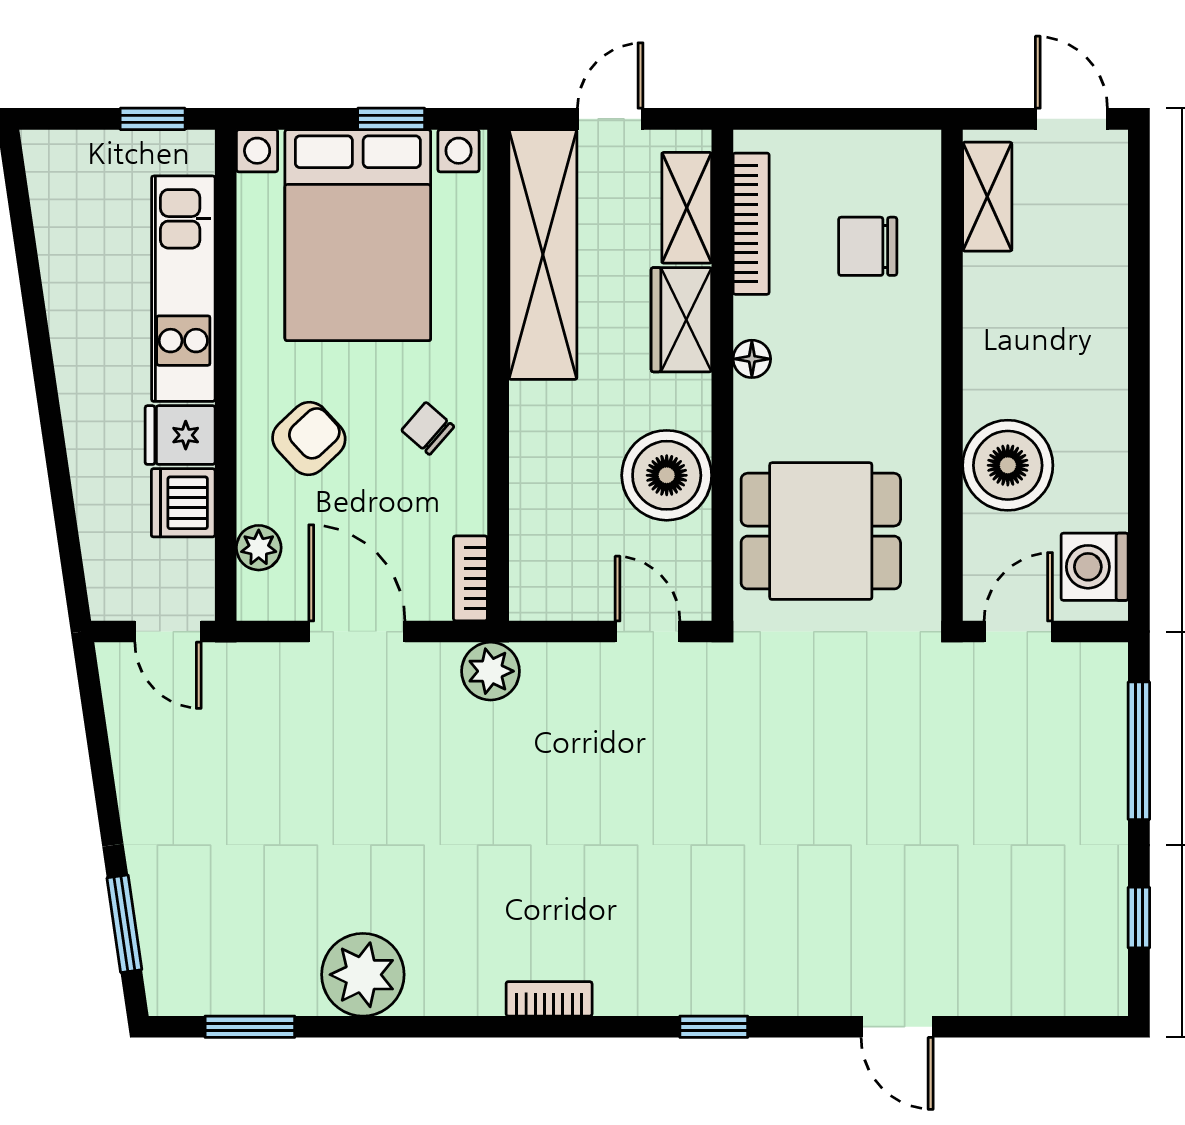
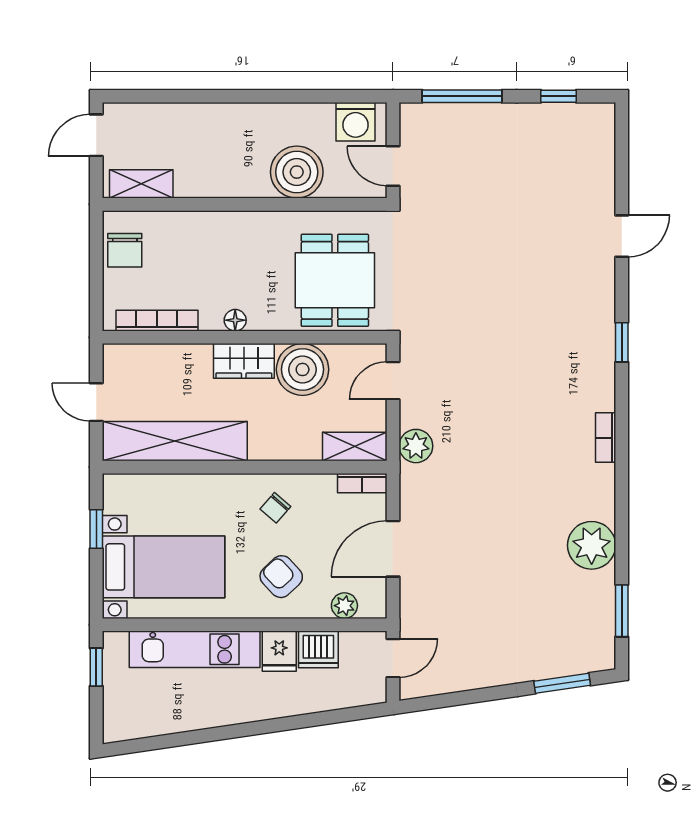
shelving: (687, 208) -> (355, 446), moved
bed with nightstands: (358, 235) -> (164, 567), width x0.73
chair: (868, 246) -> (125, 250), moved
wardrobe: (681, 320) -> (244, 361), moved
plant: (490, 671) -> (416, 446), moved

